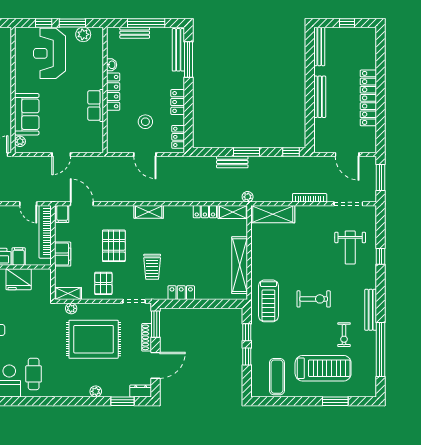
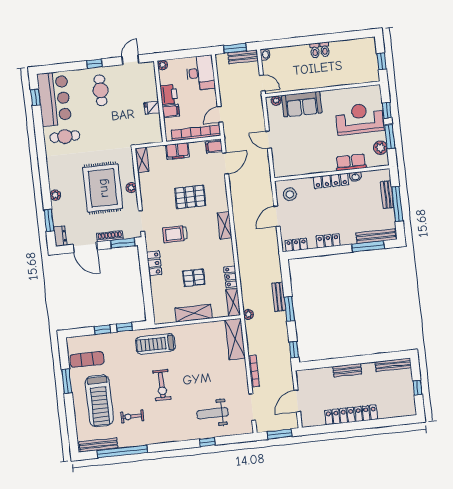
bench: (320, 97) -> (347, 370), width x0.73
row of seats: (96, 106) -> (351, 162), moved
stool: (145, 122) -> (290, 194), moved
shelving: (240, 265) -> (194, 313), width x0.68
fridge: (19, 279) -> (152, 108), width x0.53, depth x0.75
pallet: (103, 283) -> (194, 278), moved
plant: (71, 308) -> (131, 188), moved
bench: (371, 310) -> (98, 445), moved
window: (335, 401) -> (67, 381), moved

